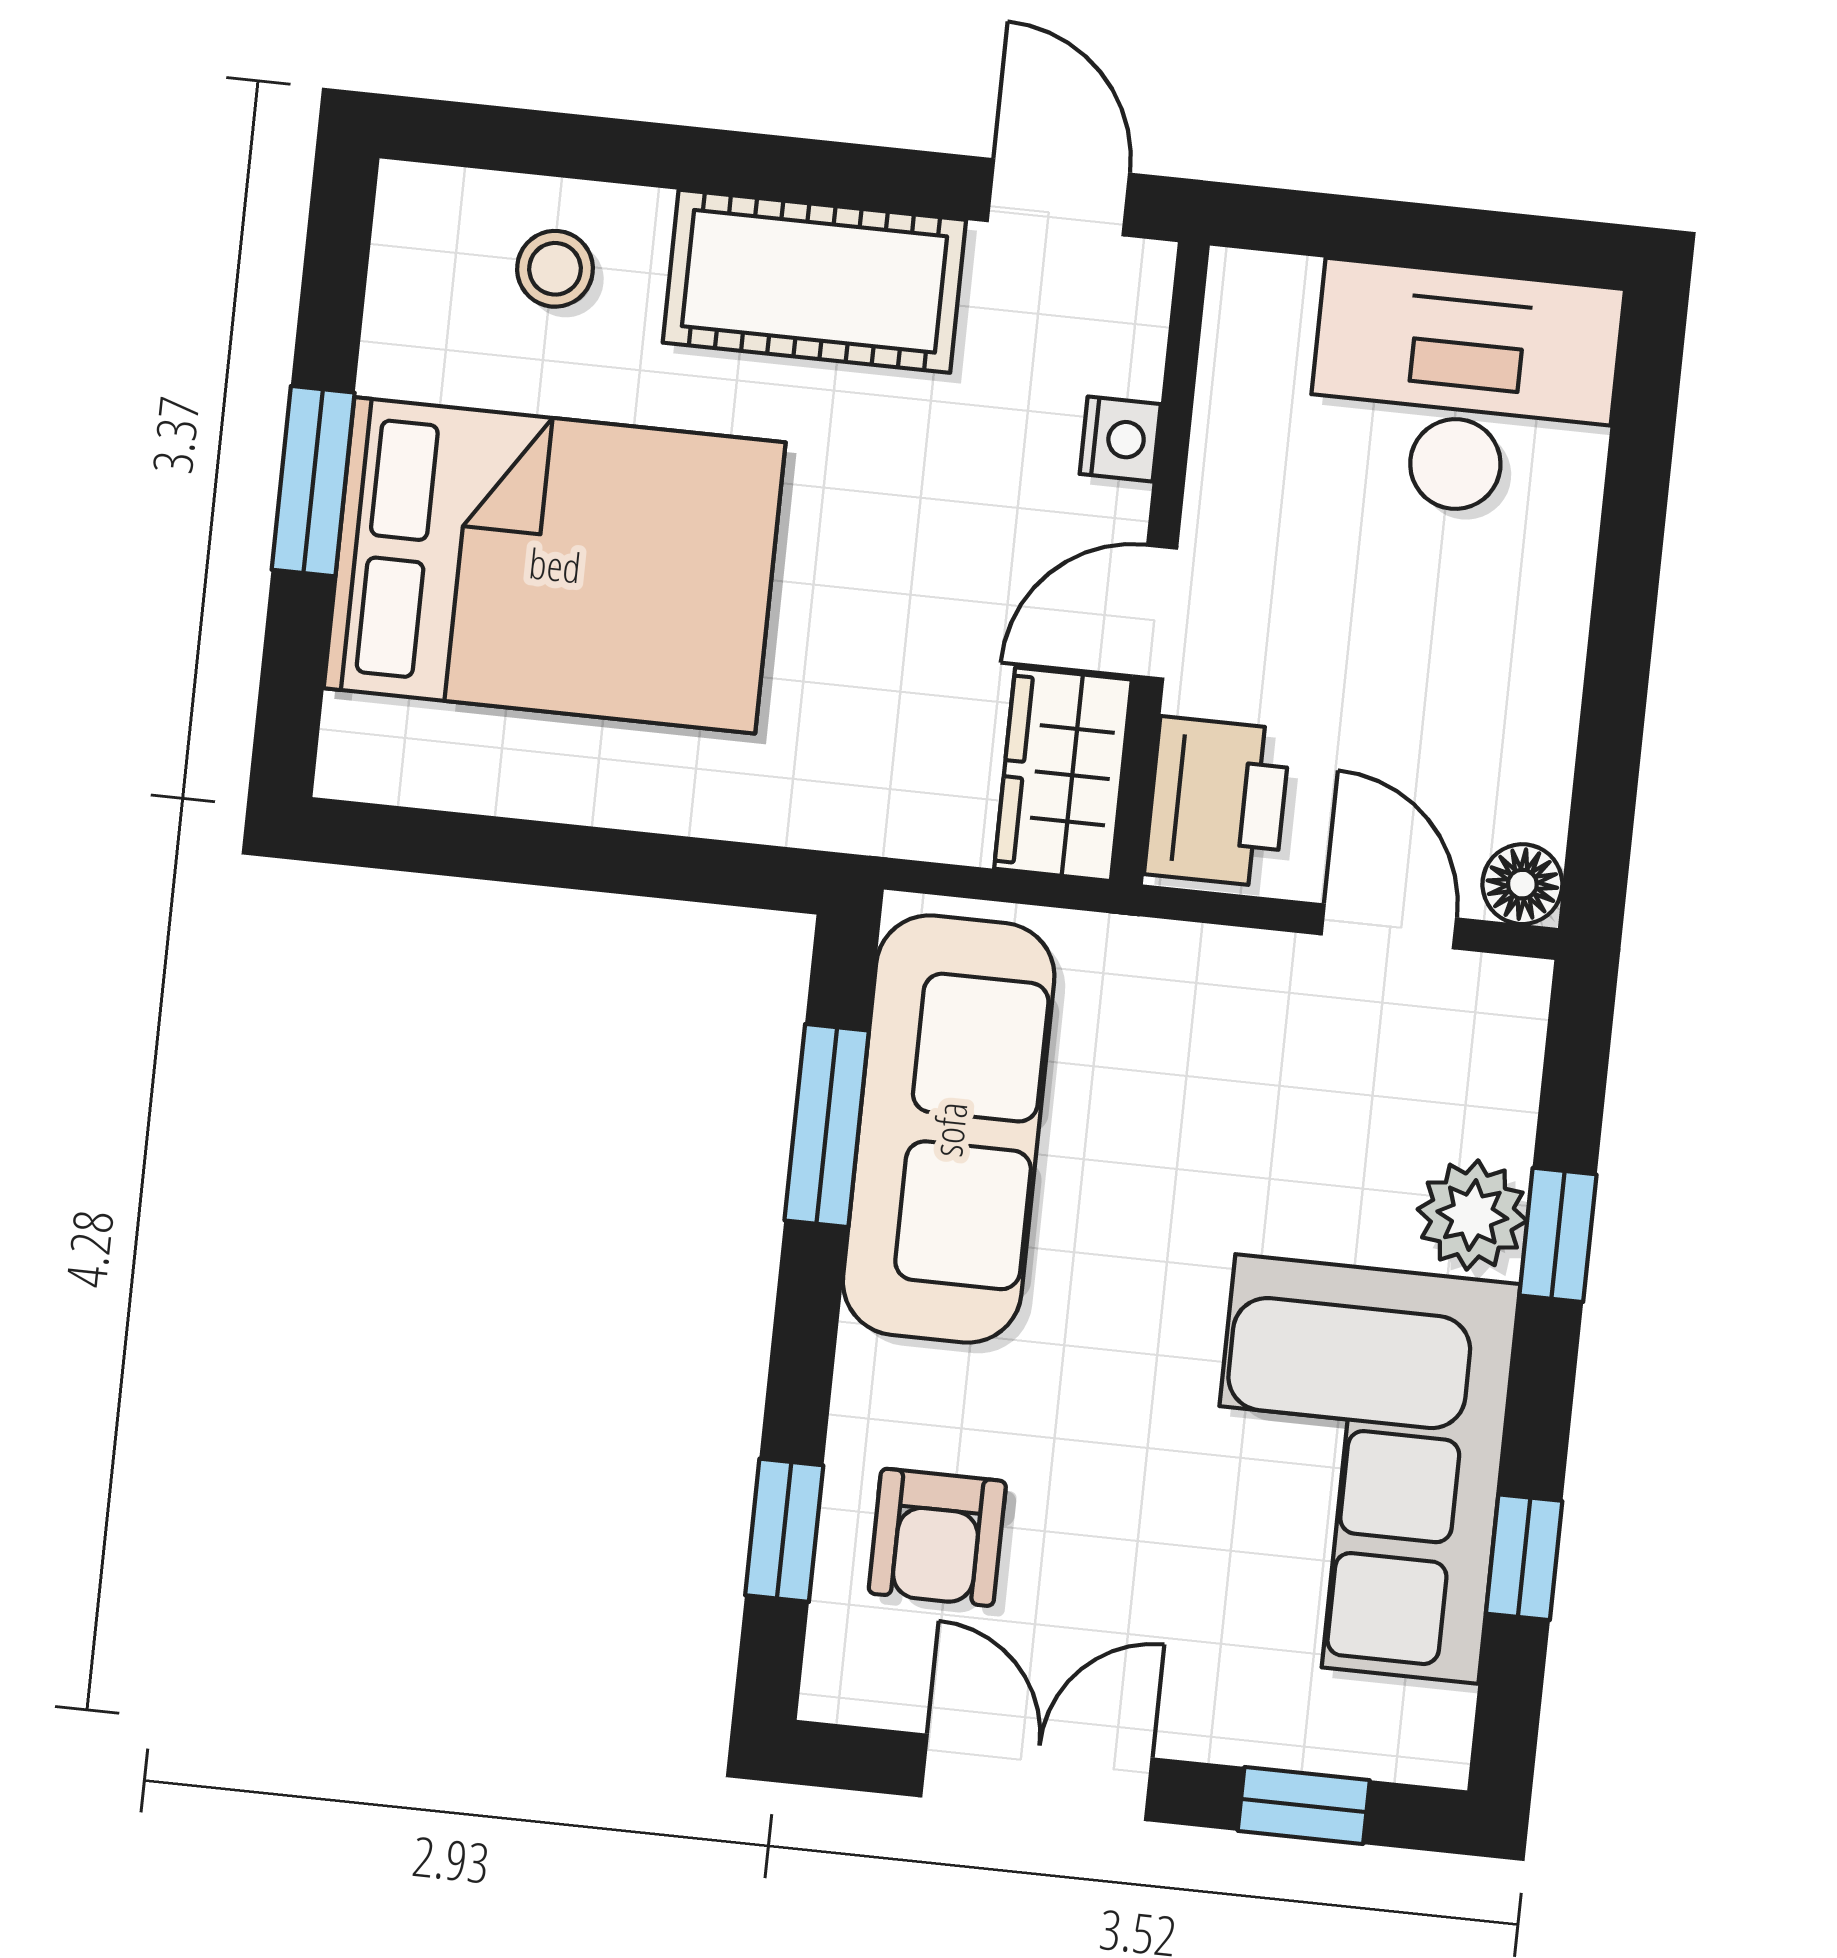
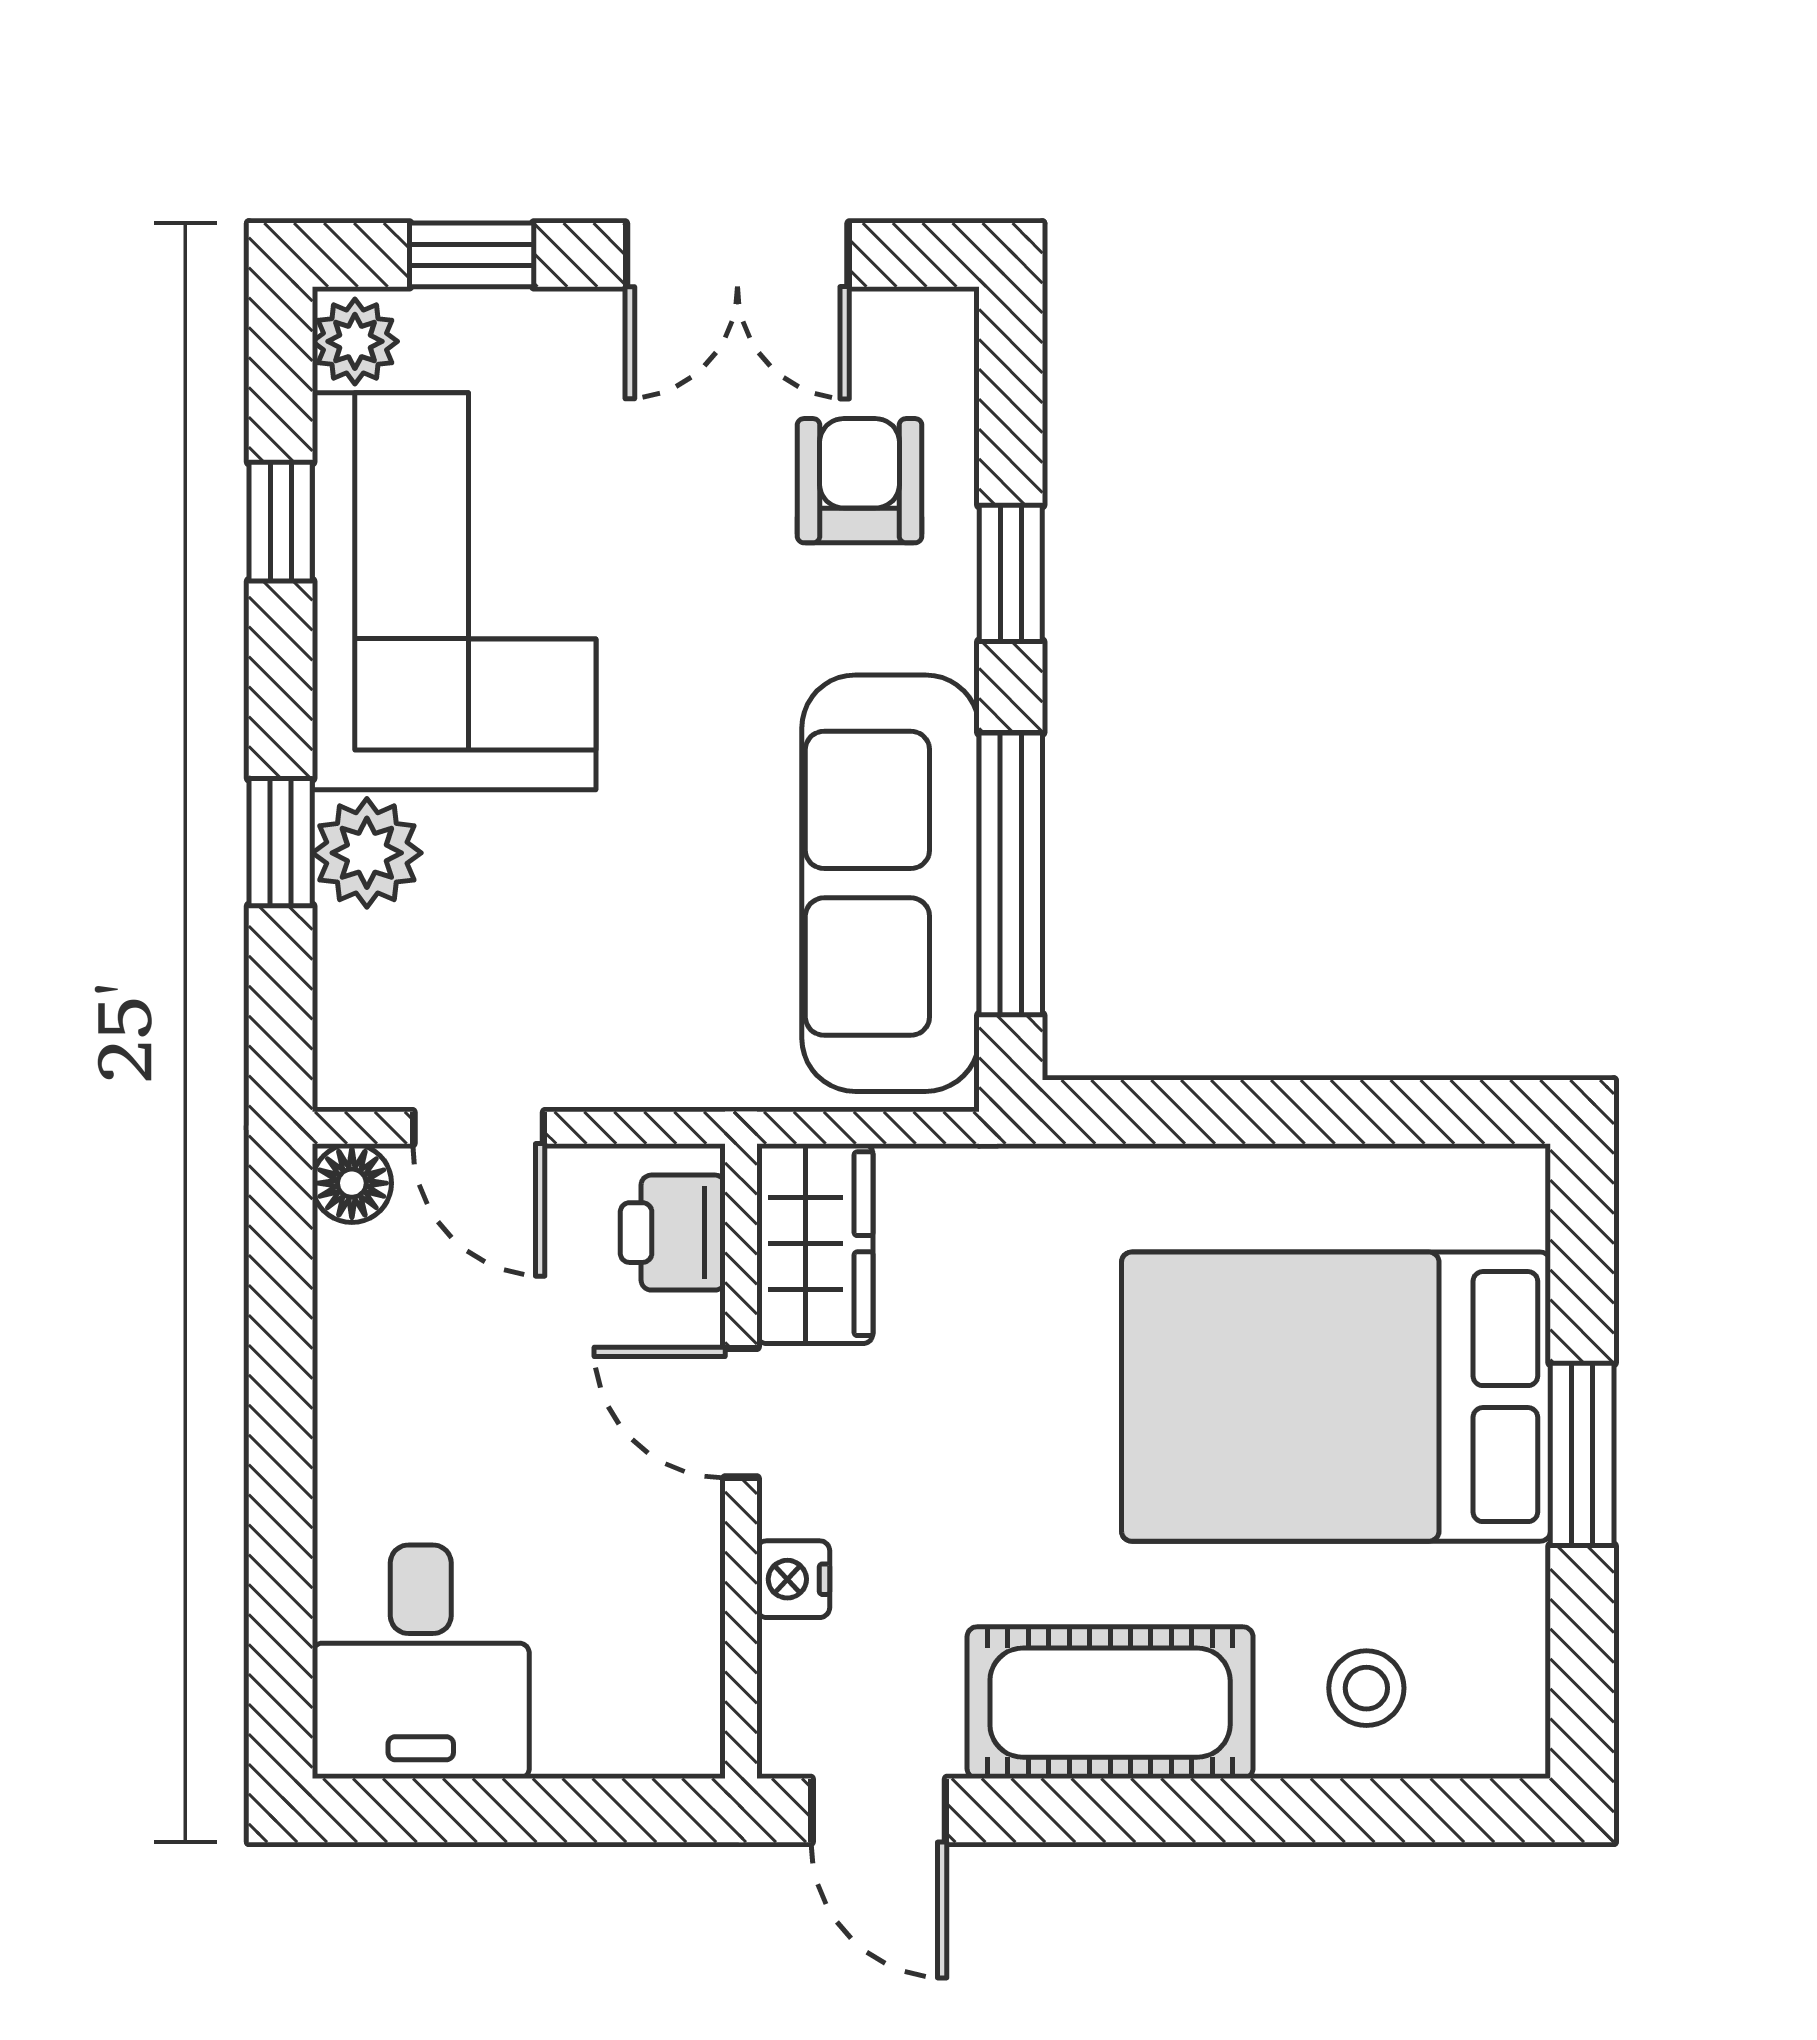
desk: (1463, 391) -> (421, 1662), width x0.73
door: (1155, 612) -> (741, 1413), swing flipped
printer: (1217, 802) -> (673, 1233), width x0.73, depth x0.81
window: (827, 1126) -> (1011, 874), width x1.44
window: (784, 1530) -> (1011, 573), moved
plant: (1430, 1731) -> (355, 341), added

